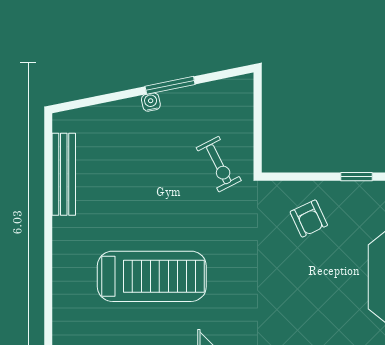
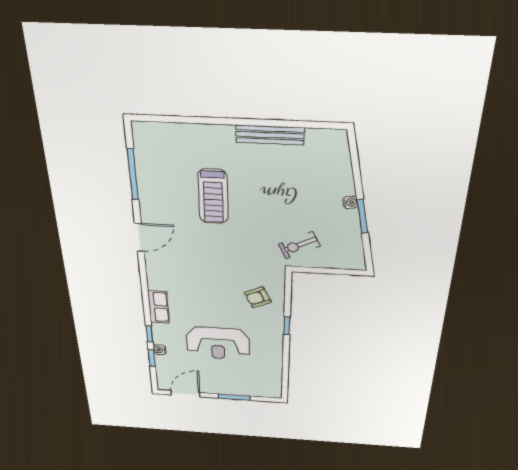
bench: (64, 174) -> (270, 135), moved
treadmill: (152, 276) -> (213, 196), width x0.73, depth x0.73

